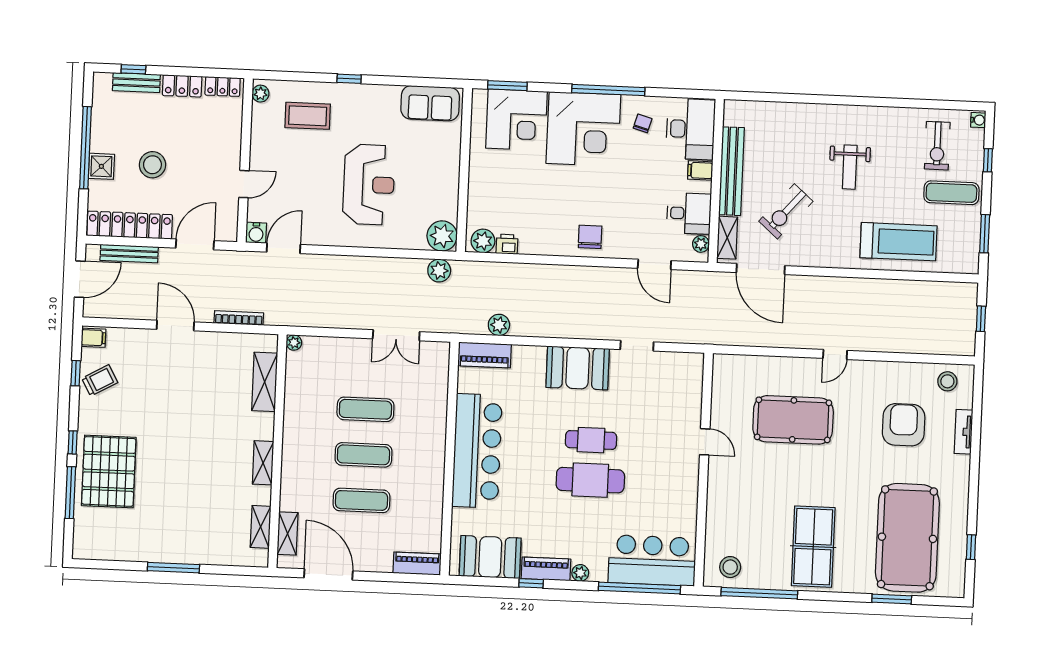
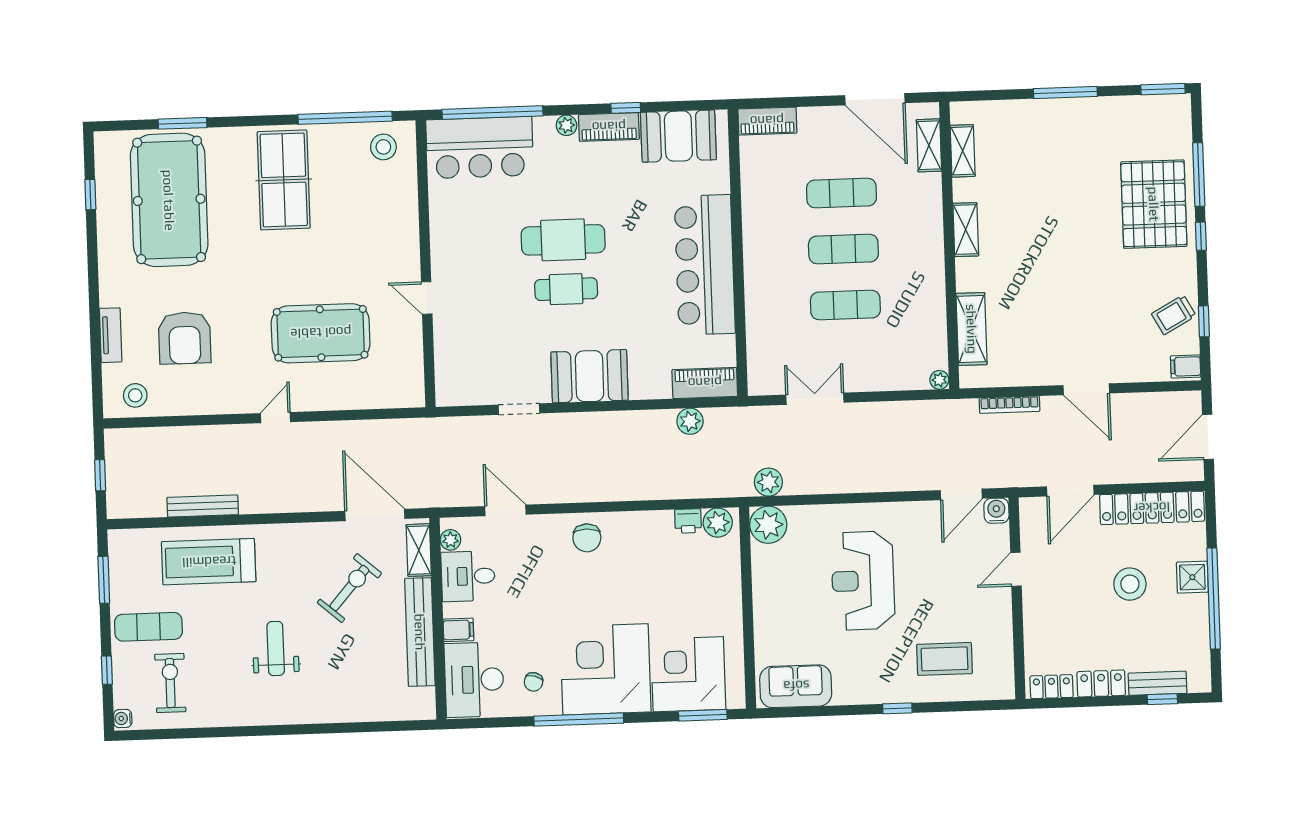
plant: (260, 94) -> (1004, 682), removed
bench: (129, 254) -> (203, 506), moved
window: (94, 564) -> (1163, 89), added

